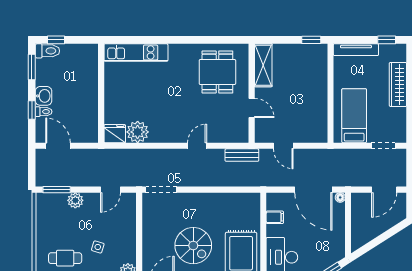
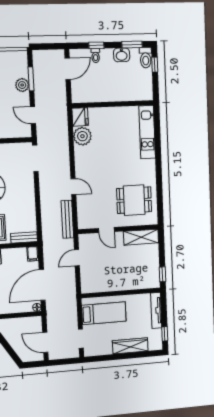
washbasin: (43, 96) -> (122, 55), moved
door: (252, 108) -> (106, 230), hinge flipped
bench: (242, 155) -> (67, 219), width x1.36
window: (57, 190) -> (31, 79), moved
bench: (254, 208) -> (24, 237), added
filing cabinet: (275, 217) -> (33, 254), moved

